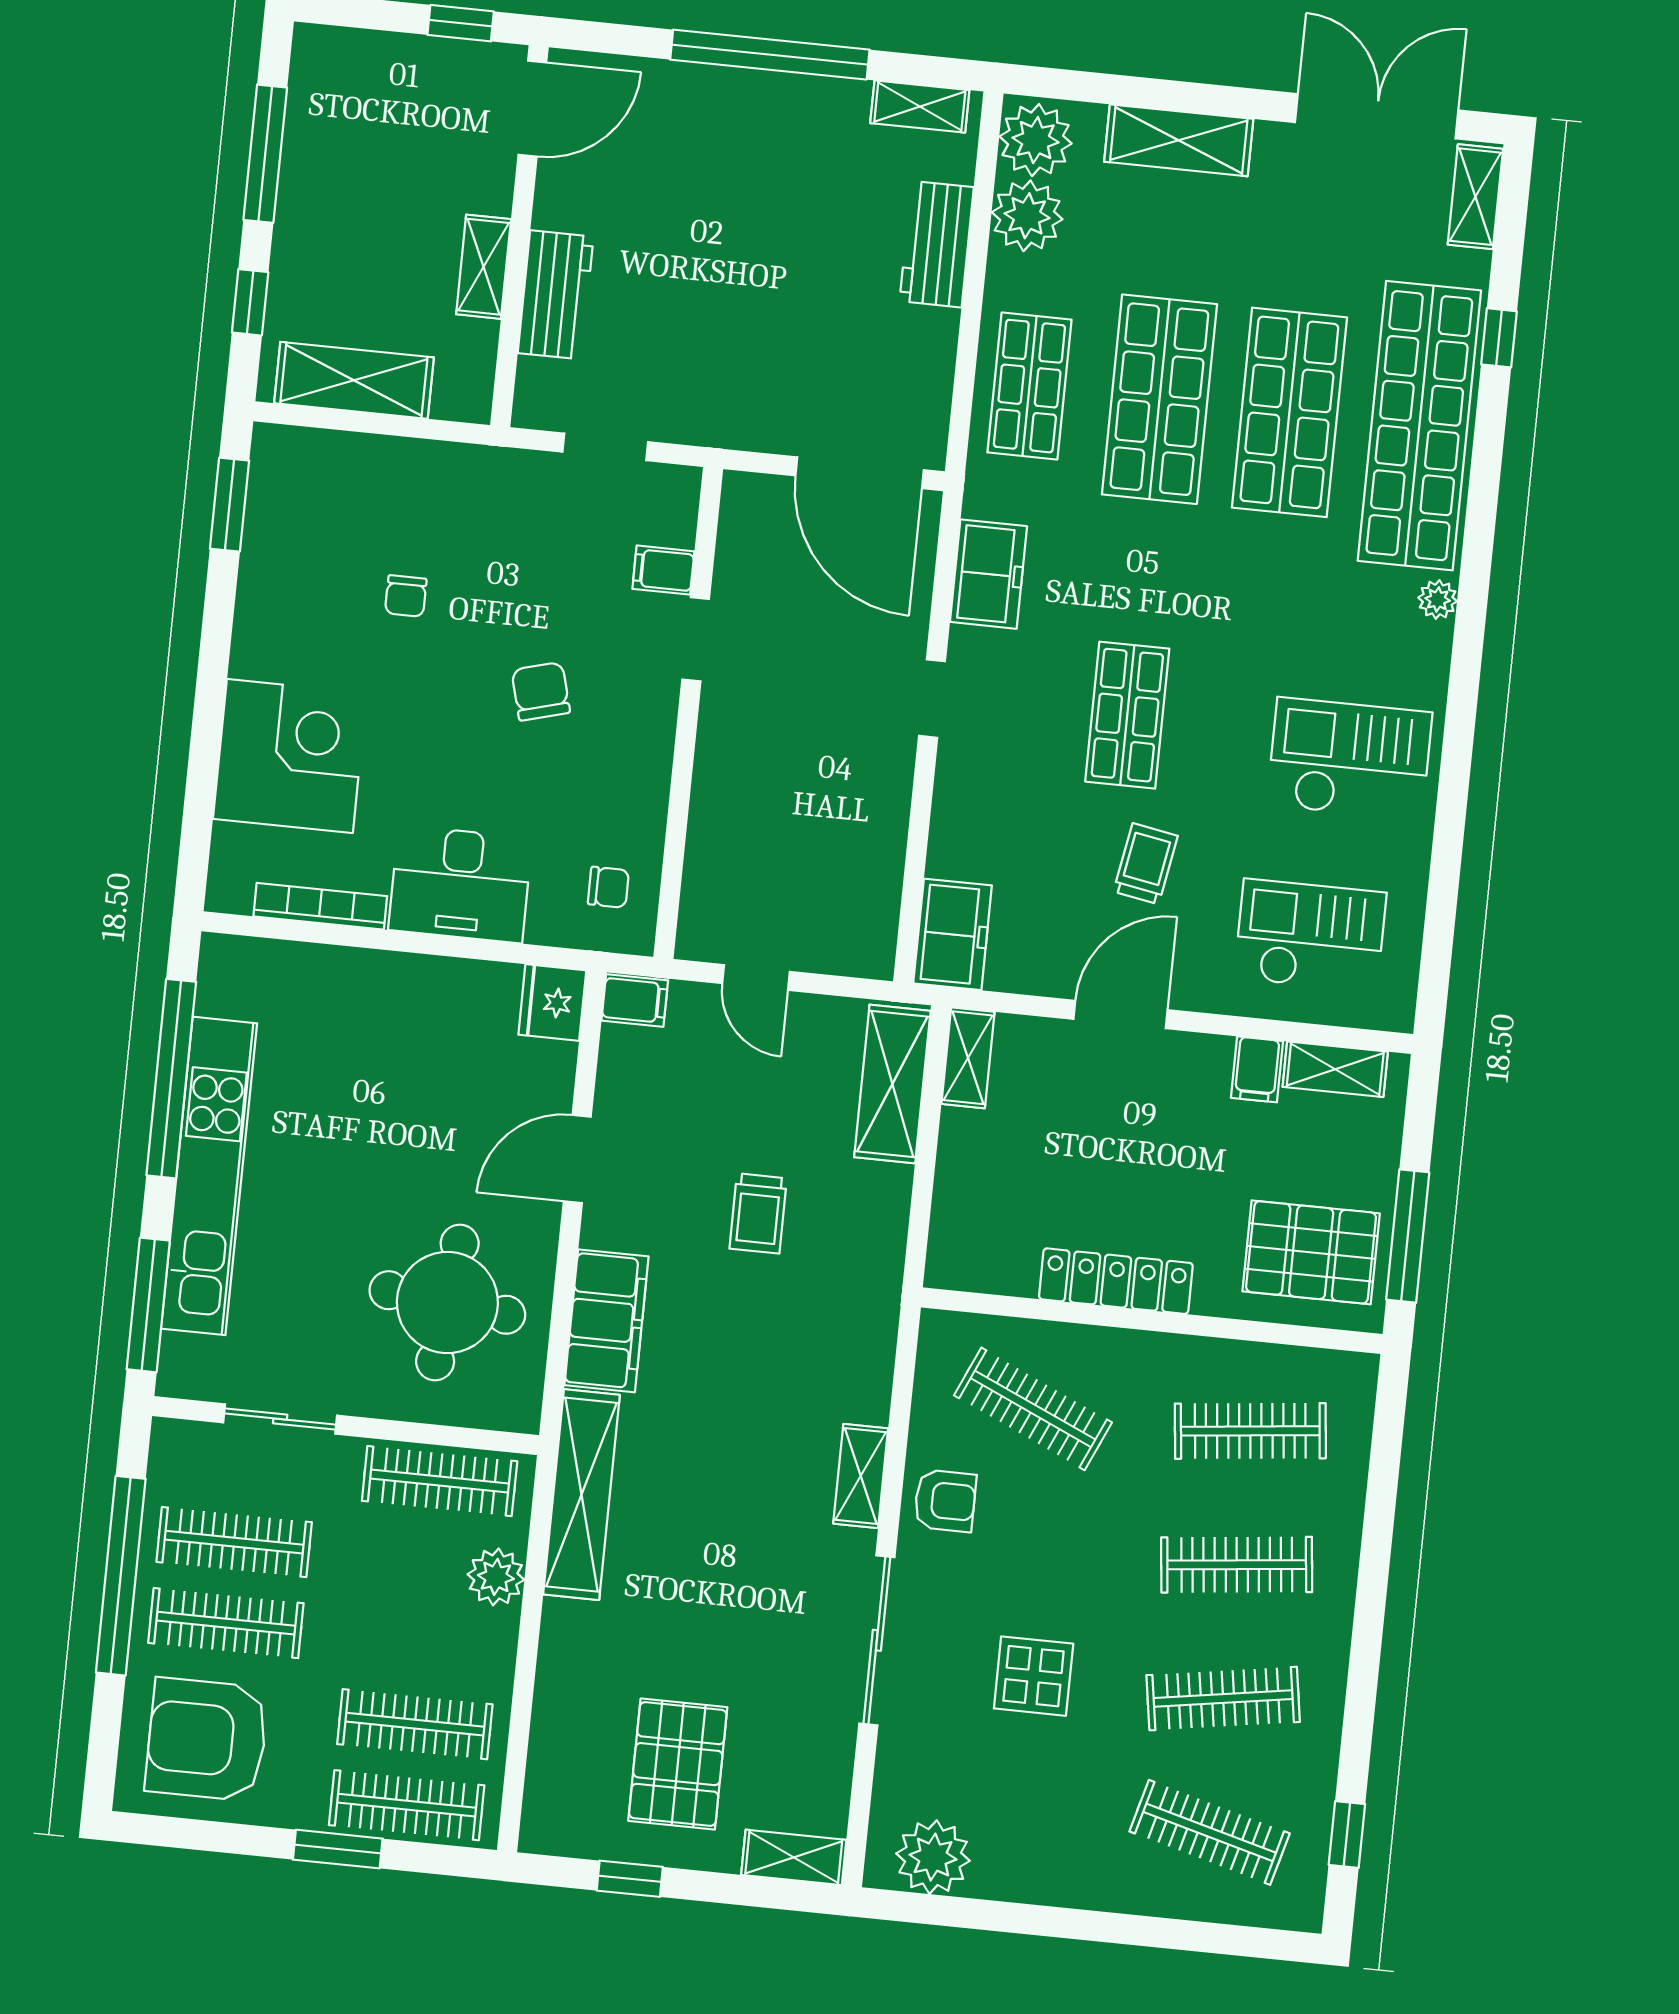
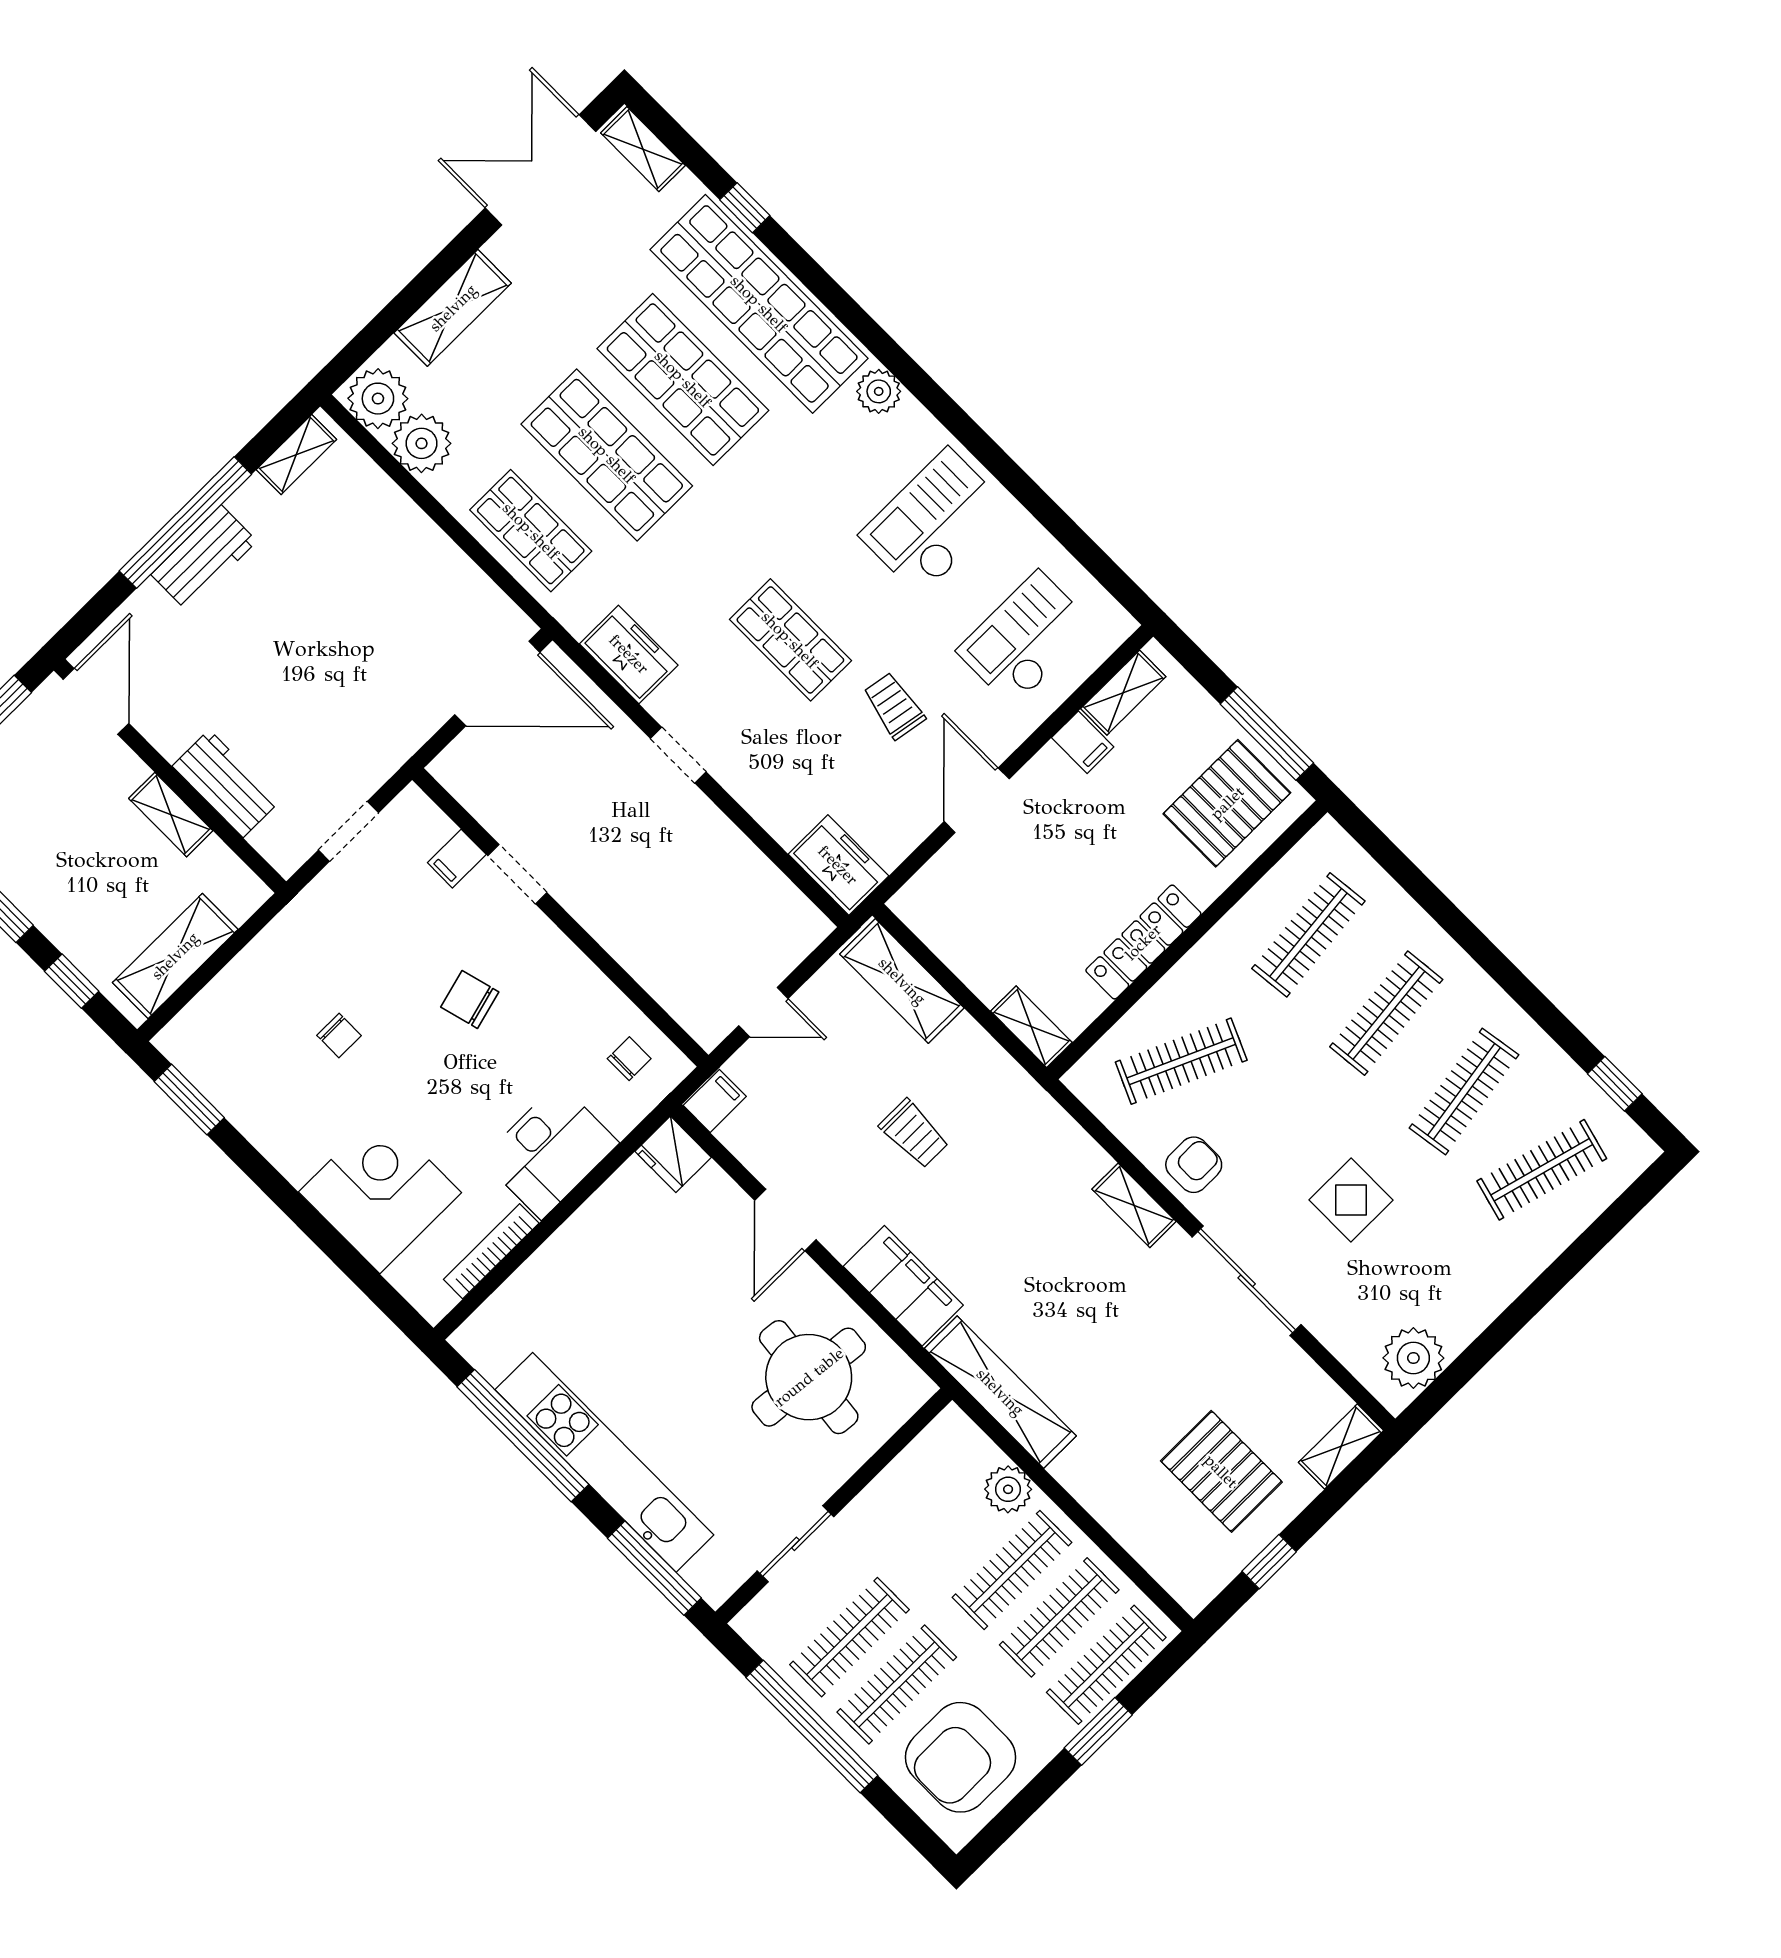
workbench: (937, 244) -> (204, 558), moved, turned -90
plant: (1438, 599) -> (879, 391), width x1.38, depth x1.38
shelving: (968, 1058) -> (1031, 1027), moved
clothes rail: (440, 1481) -> (1012, 1570), moved

